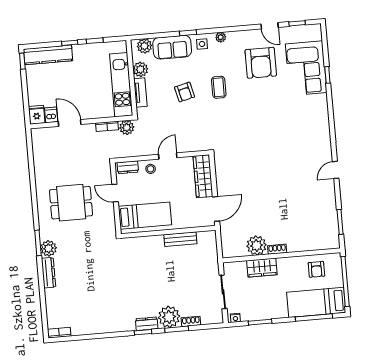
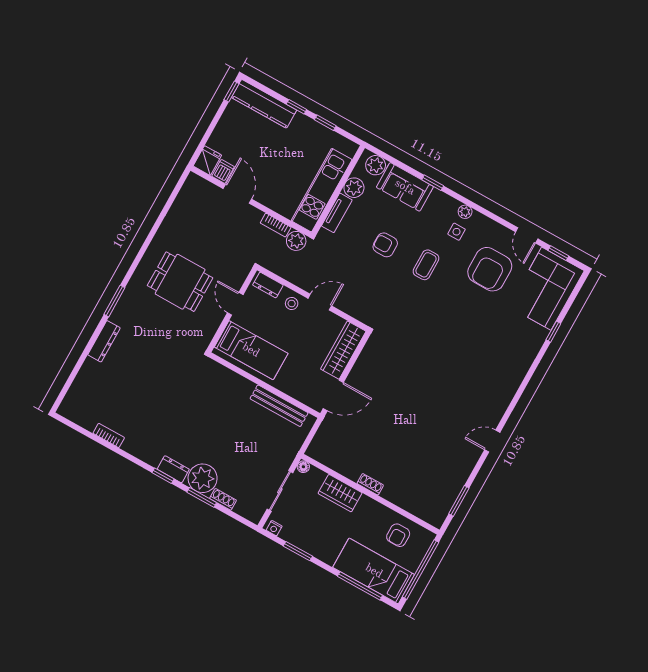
side table: (202, 44) -> (457, 232), moved
corner sofa: (306, 68) -> (546, 289), moved
armchair: (185, 92) -> (385, 245), turned 104
bench: (180, 239) -> (279, 406), width x1.36
plant: (256, 245) -> (350, 465), removed
plant: (49, 248) -> (122, 315), removed
floor lamp: (228, 267) -> (303, 467), added
bookcase: (59, 333) -> (109, 435), moved

